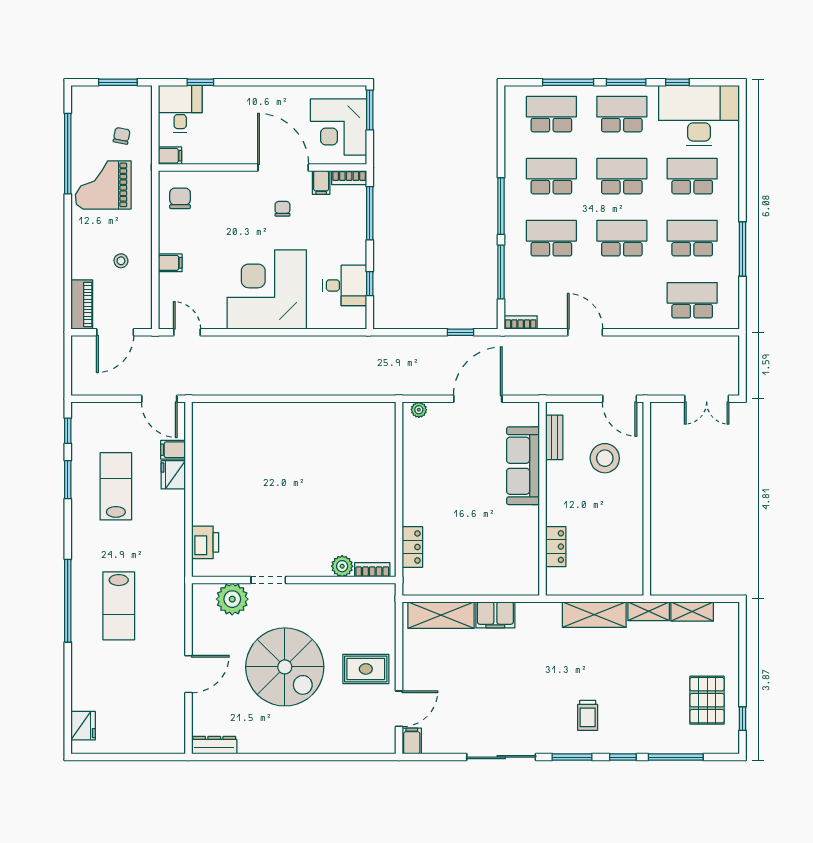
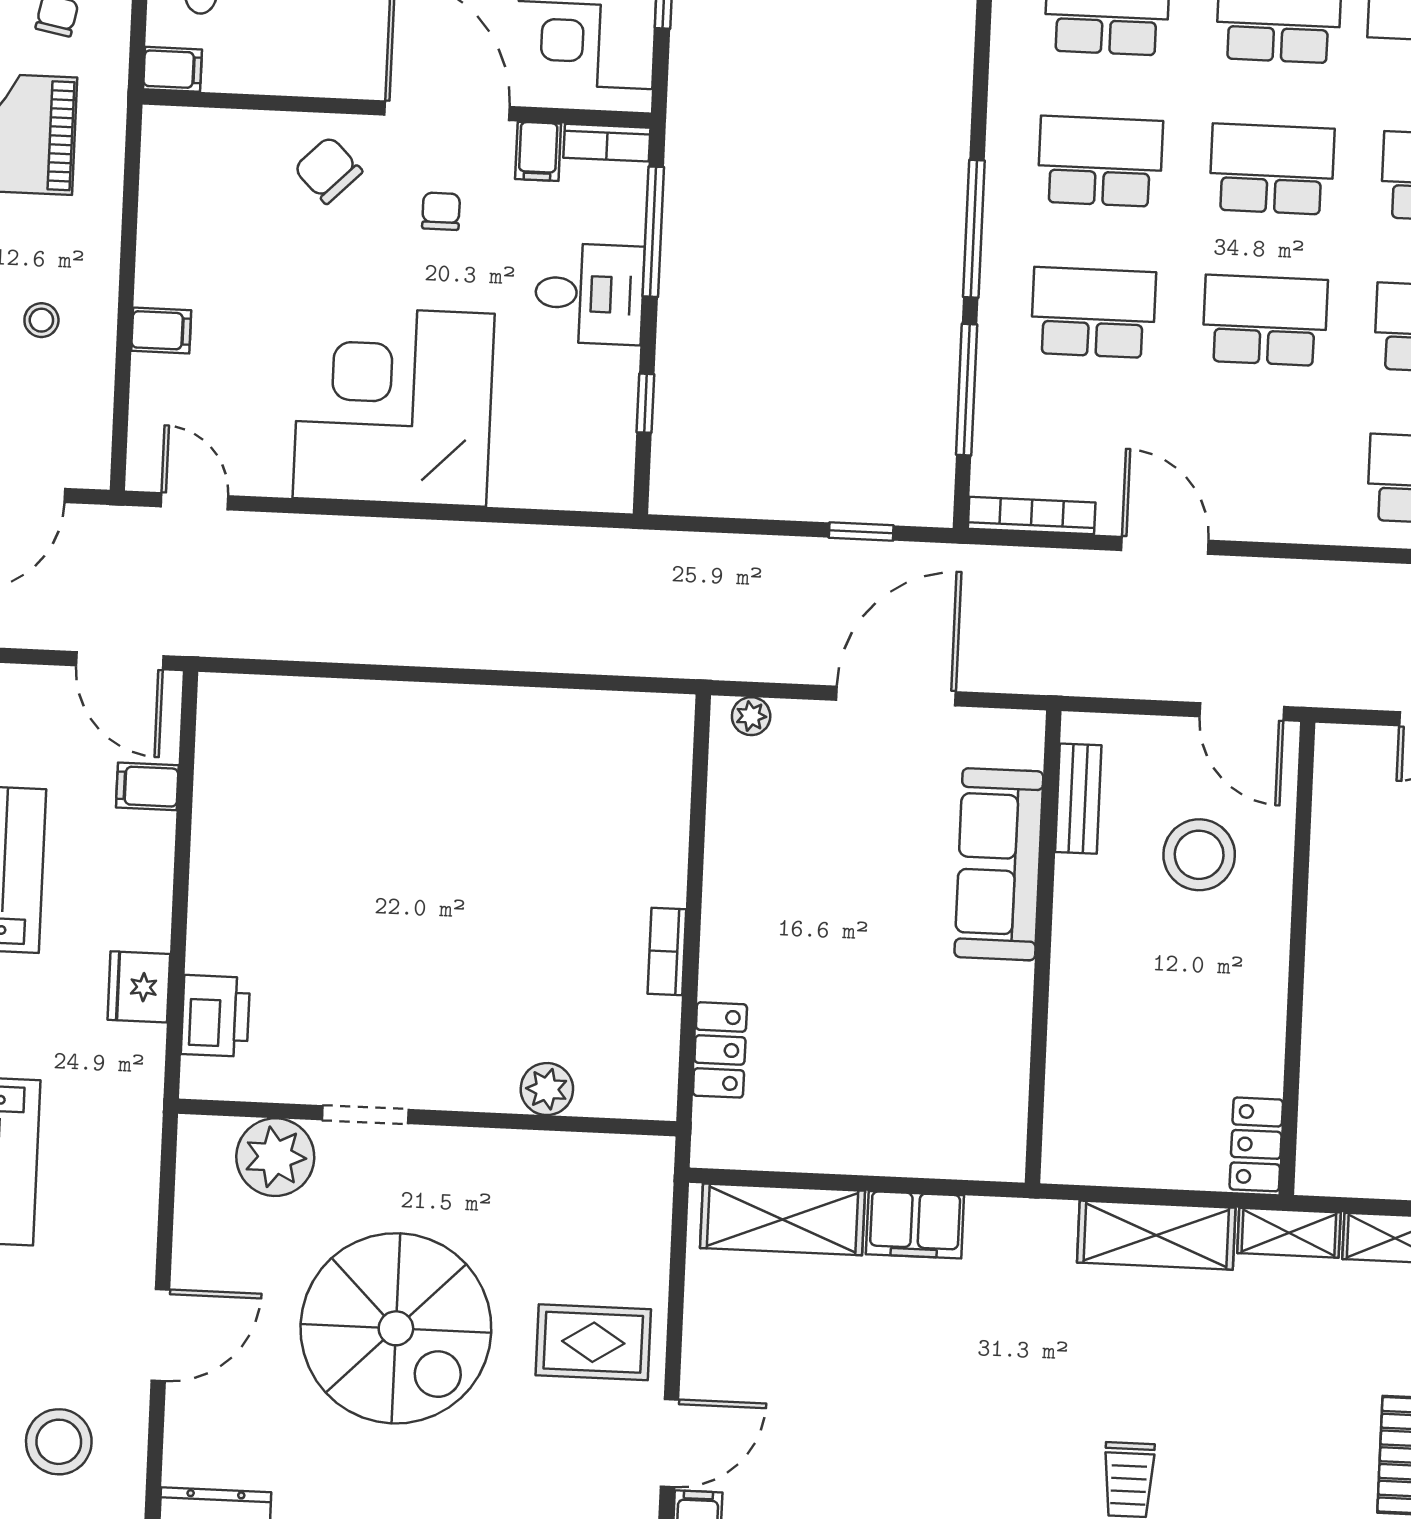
chair: (180, 198) -> (328, 170), moved, turned -45
desk: (345, 285) -> (589, 294), moved
bookcase: (521, 322) -> (1032, 516), width x1.56
fridge: (173, 475) -> (139, 987), moved
locker: (556, 547) -> (1256, 1144), moved, turned 180
bookcase: (372, 570) -> (667, 951), moved, turned -90
stool: (149, 720) -> (59, 1442), added

